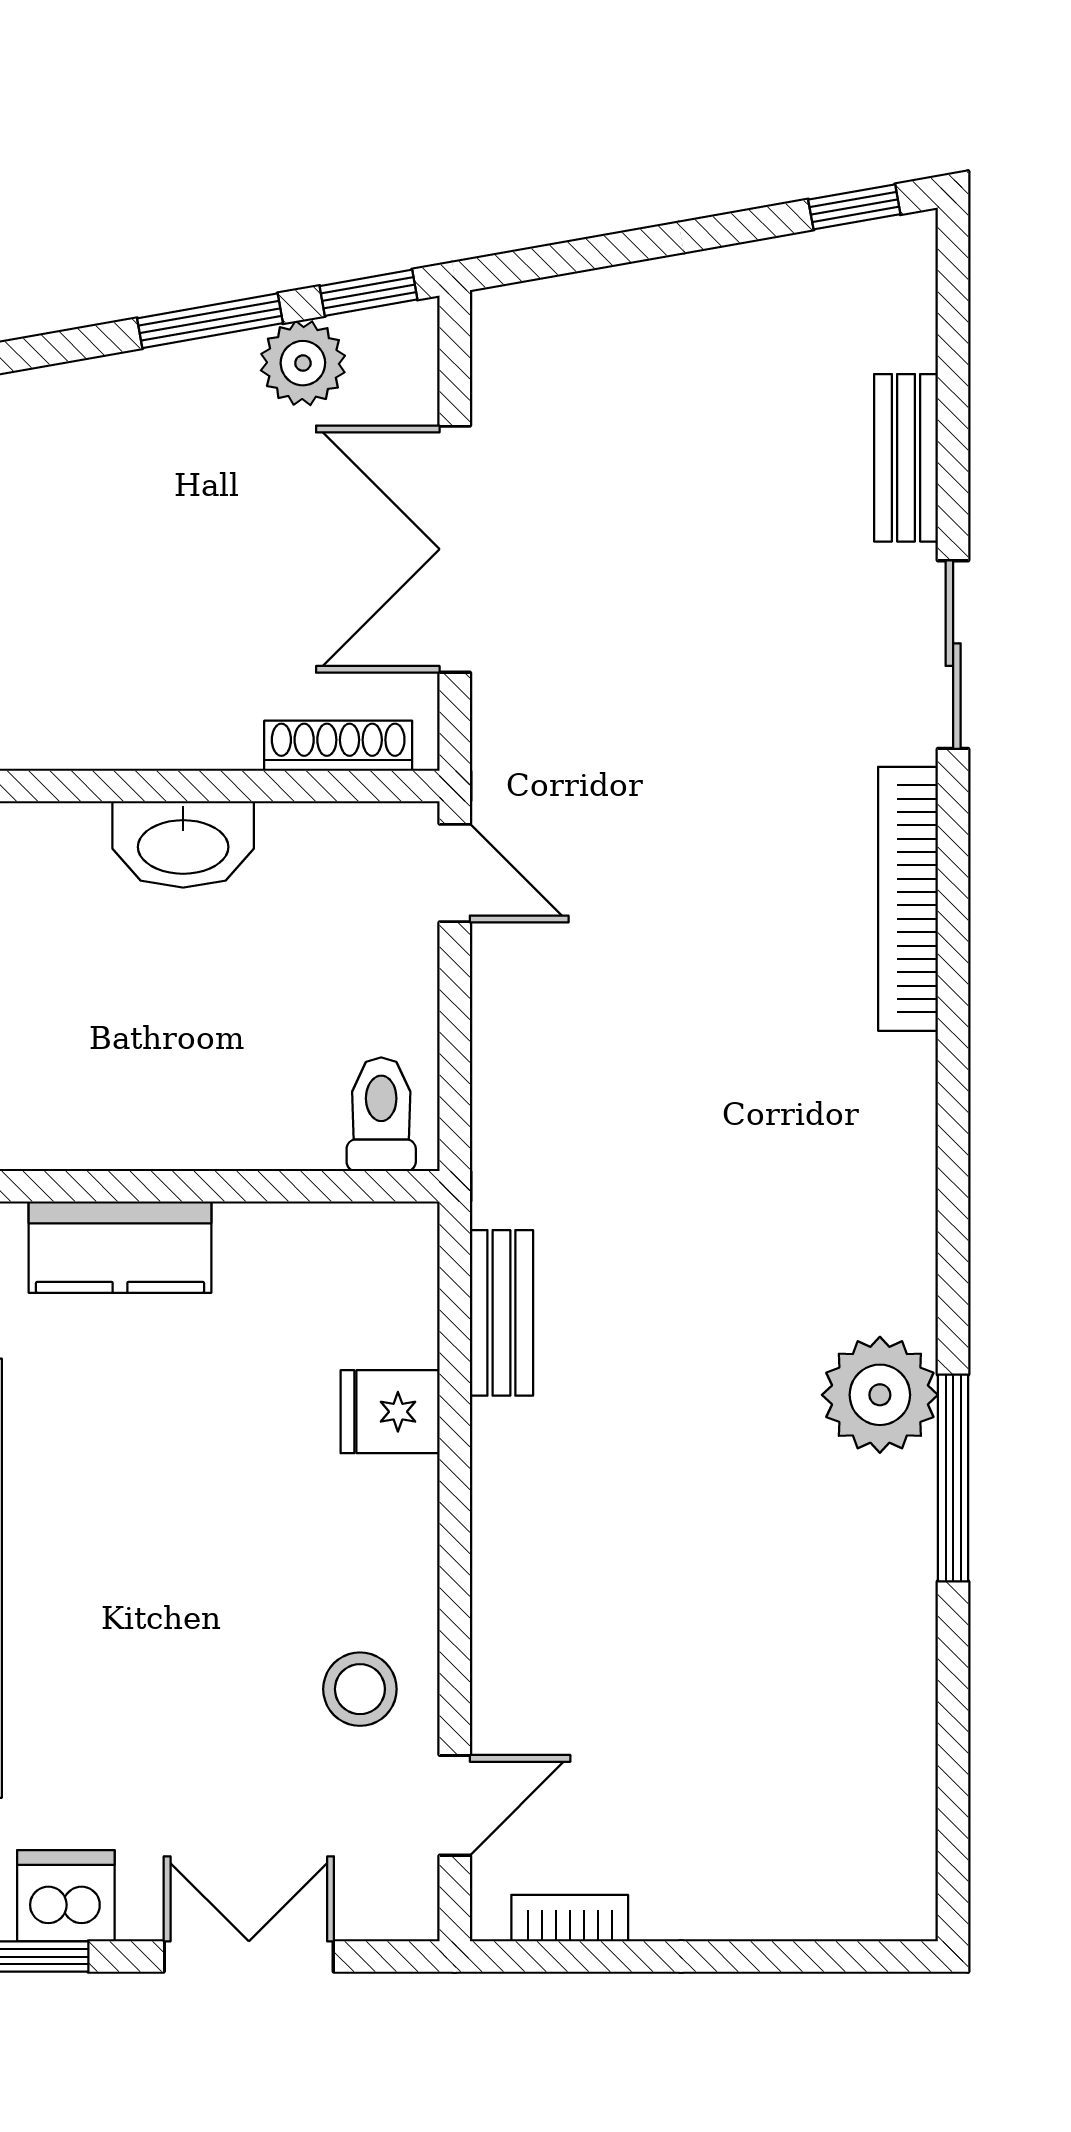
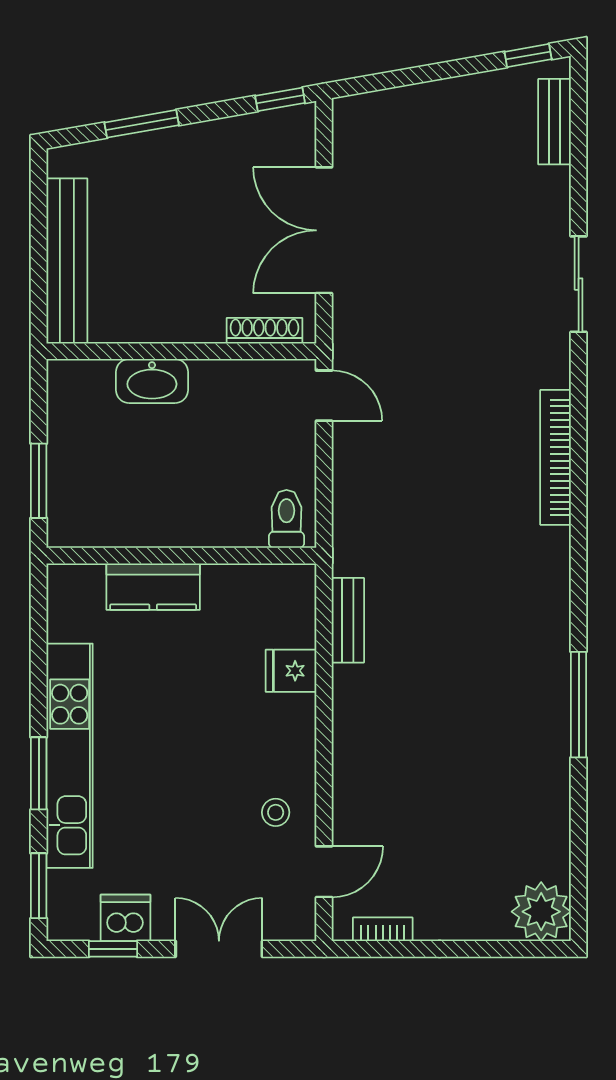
window: (210, 321) -> (142, 124), moved
plant: (303, 363) -> (247, 135), removed
bench: (906, 458) -> (554, 122), moved
washbasin: (183, 844) -> (152, 381), moved
bookcase: (908, 899) -> (556, 457), moved
plant: (880, 1395) -> (541, 912), moved
stool: (360, 1689) -> (276, 812), width x0.73, depth x0.73

